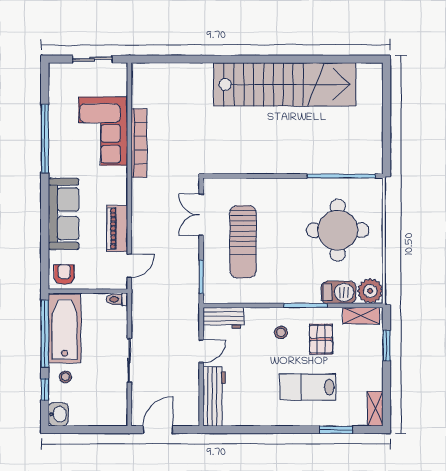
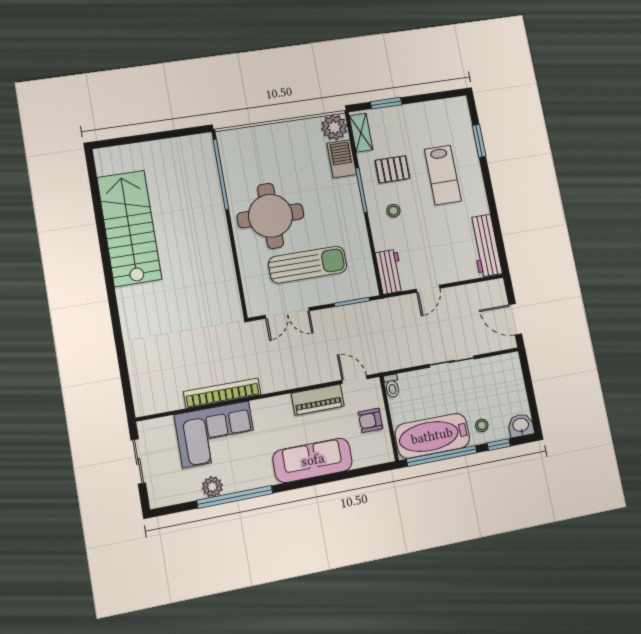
stairs: (285, 84) -> (129, 228), width x0.73
plant: (58, 120) -> (212, 487), added
round table: (338, 230) -> (271, 216), moved
armchair: (64, 274) -> (370, 420), moved
door: (201, 351) -> (428, 289), swing flipped
workbench: (214, 397) -> (485, 246), moved, turned -90
shelving: (375, 409) -> (451, 105), removed

